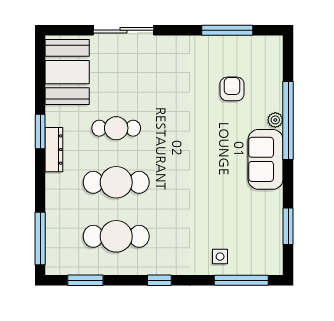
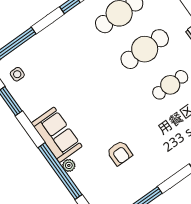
armchair: (232, 89) -> (120, 153), moved
side table: (220, 257) -> (17, 74), moved

